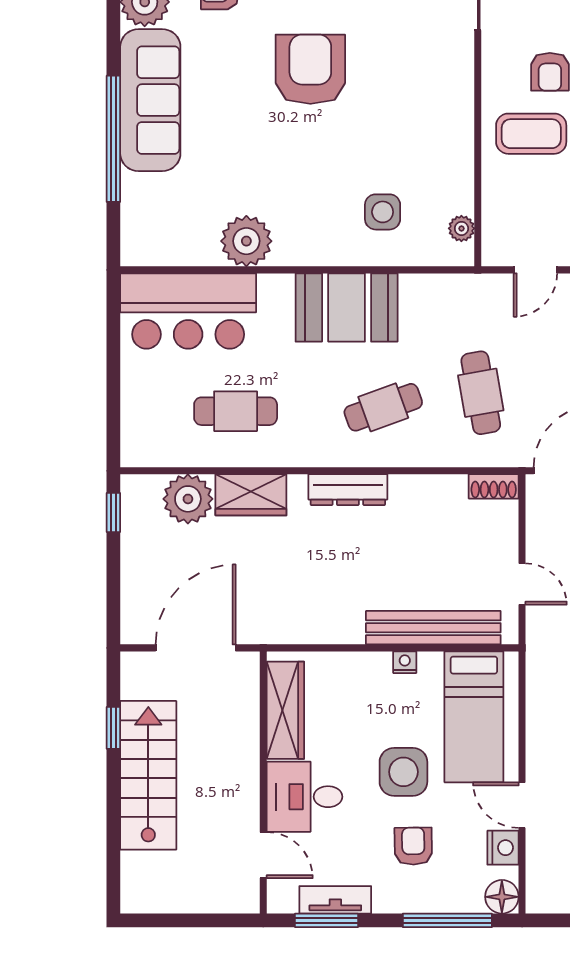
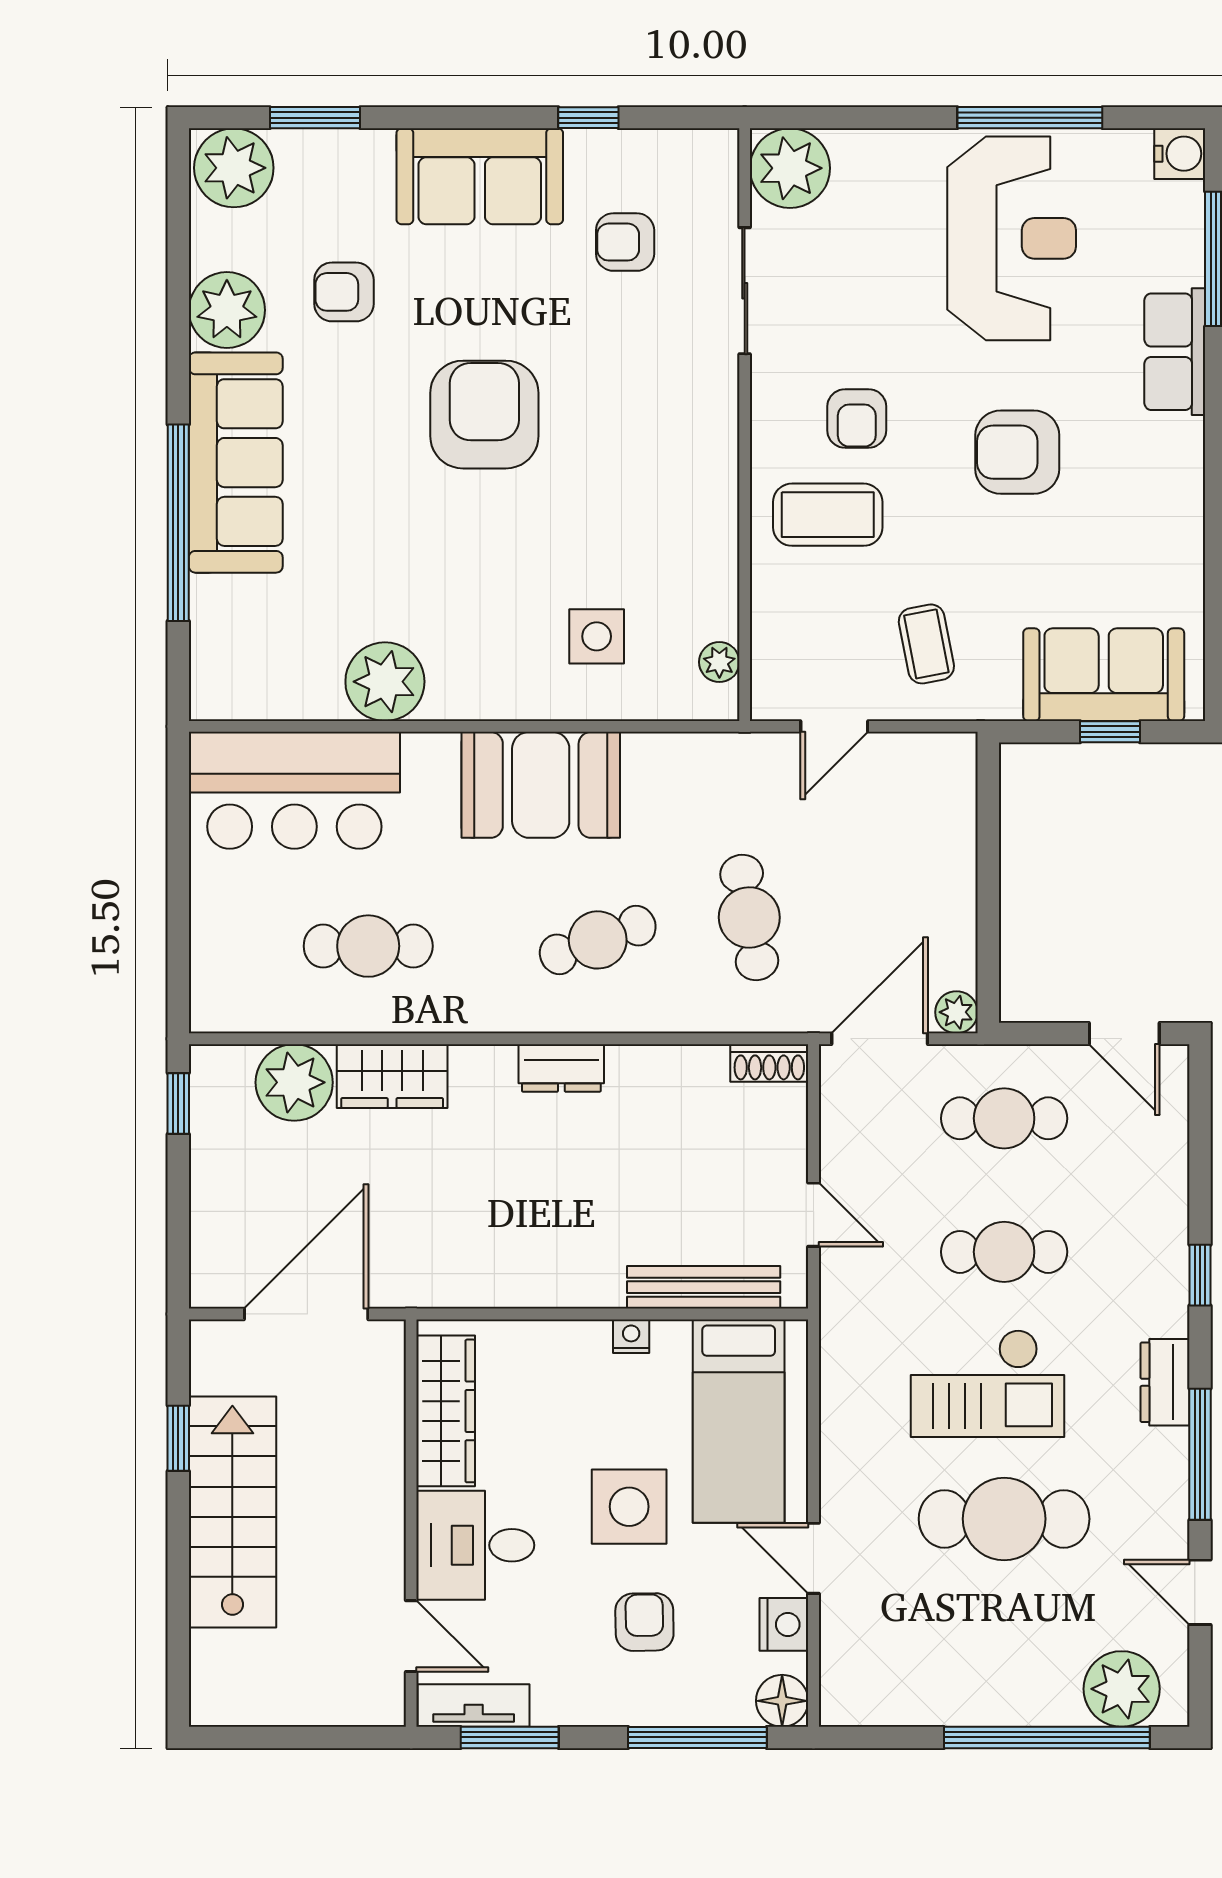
dresser: (348, 490) -> (561, 1068), width x0.70
bench: (433, 628) -> (704, 1287), width x0.73, depth x0.82
tv unit: (335, 900) -> (474, 1706), moved

